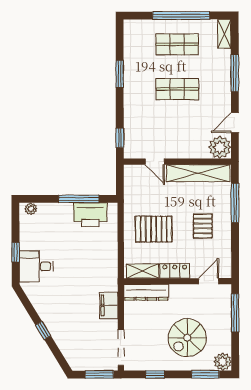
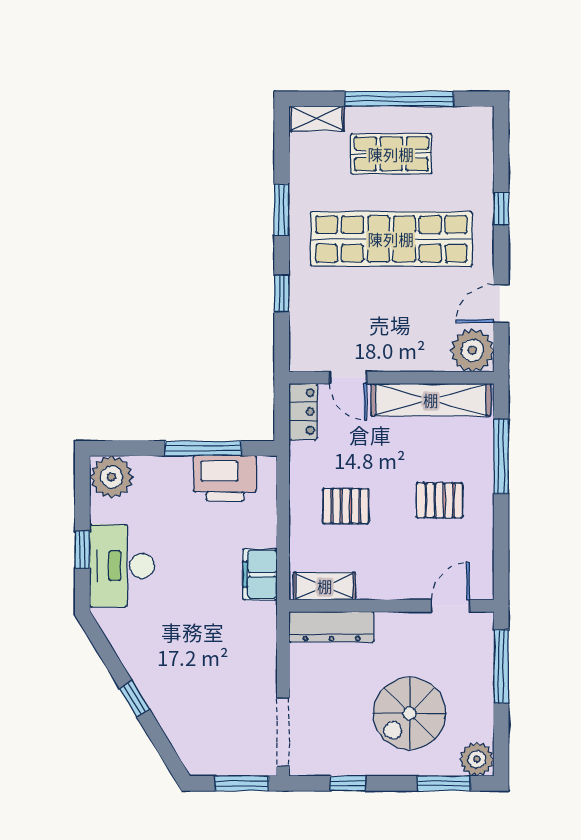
shelving: (224, 34) -> (317, 119), moved, turned 90
window: (235, 73) -> (501, 209), width x0.46
shop shelf: (177, 89) -> (391, 239), width x2.00, depth x1.36
window: (120, 138) -> (282, 294), moved
plant: (31, 209) -> (112, 477), width x1.87, depth x1.87
pallet: (203, 226) -> (440, 500), turned 90
pallet: (154, 229) -> (346, 506), width x0.67, depth x0.71
desk: (36, 266) -> (122, 566), width x1.37
locker: (175, 271) -> (303, 412), moved, turned 90
filing cabinet: (109, 305) -> (260, 574), moved

